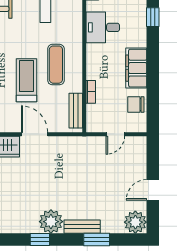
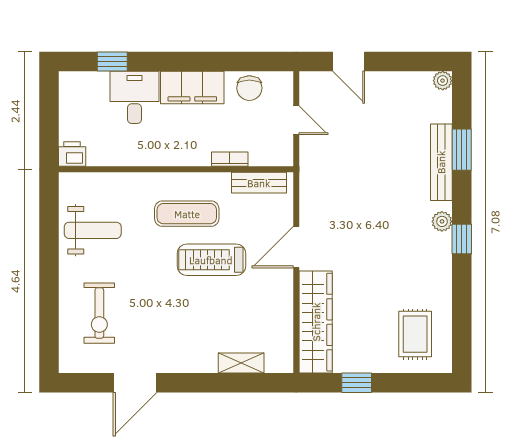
desk: (103, 27) -> (134, 97), moved, turned 180
door: (153, 190) -> (349, 61), moved
plant: (51, 222) -> (442, 221), width x0.53, depth x0.53
plant: (135, 222) -> (443, 81), width x0.53, depth x0.53
bench: (82, 227) -> (441, 162), width x1.36

